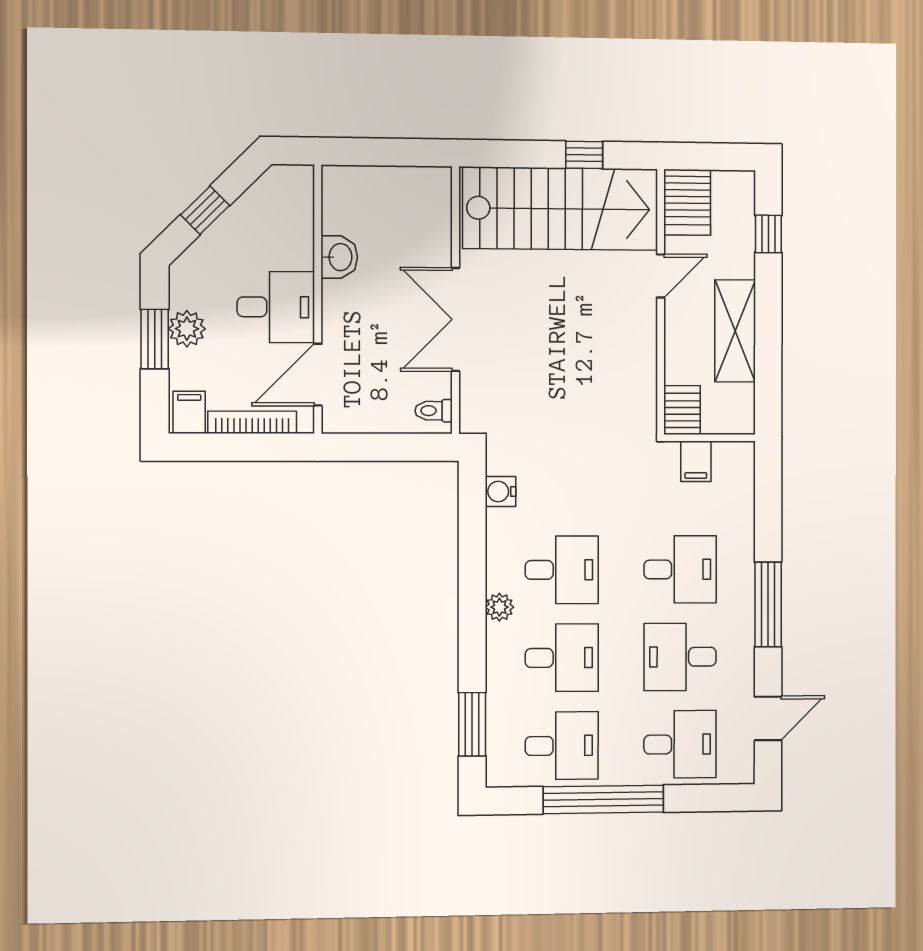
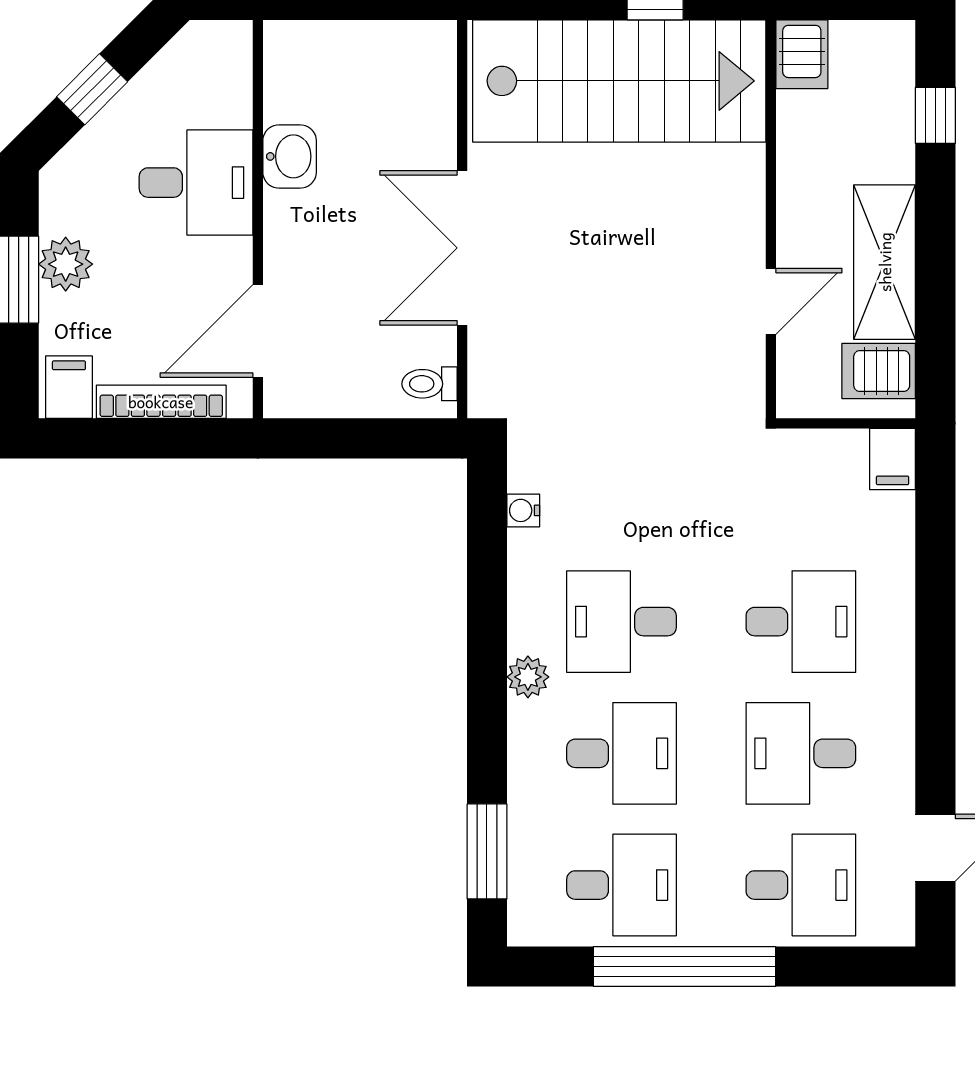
server rack: (687, 202) -> (802, 54), width x0.73, depth x0.70
door: (661, 276) -> (771, 301), moved
desk: (276, 307) -> (196, 183), moved
server rack: (682, 410) -> (879, 371), moved, turned -90
filing cabinet: (696, 461) -> (893, 459), moved
water cooler: (501, 491) -> (523, 510), width x0.72, depth x0.72
desk: (562, 570) -> (622, 622), turned 180
window: (768, 604) -> (935, 675), removed

